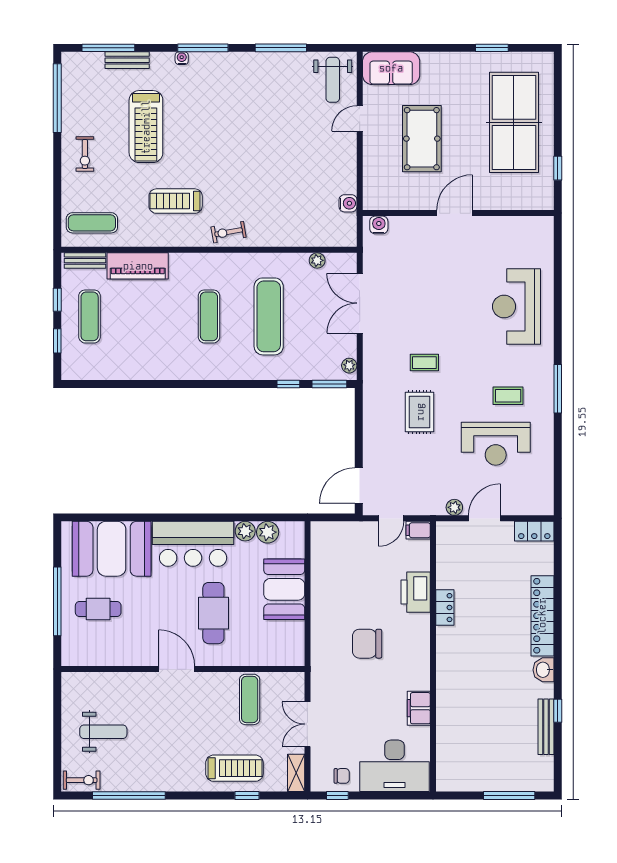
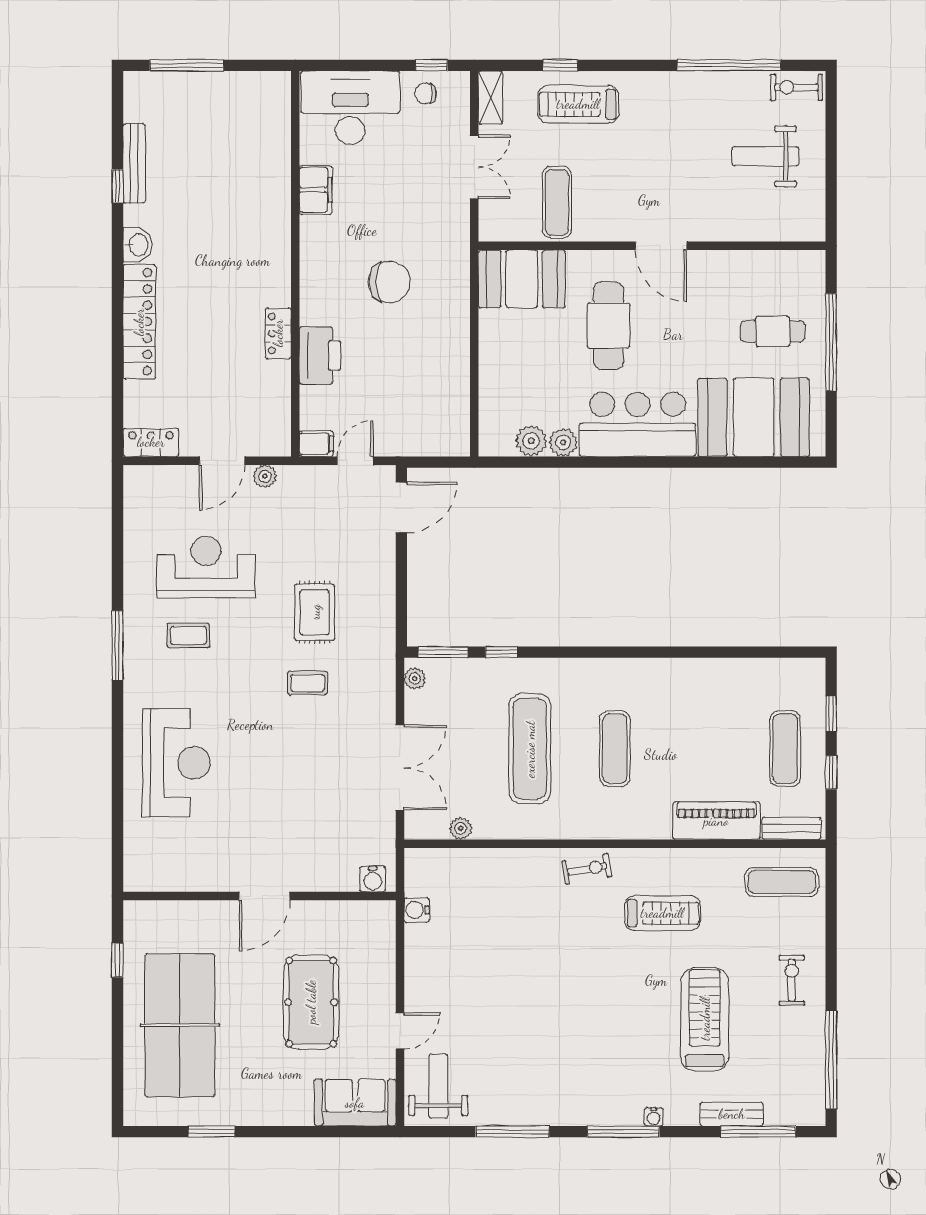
booth: (284, 589) -> (522, 279), moved, turned 90

